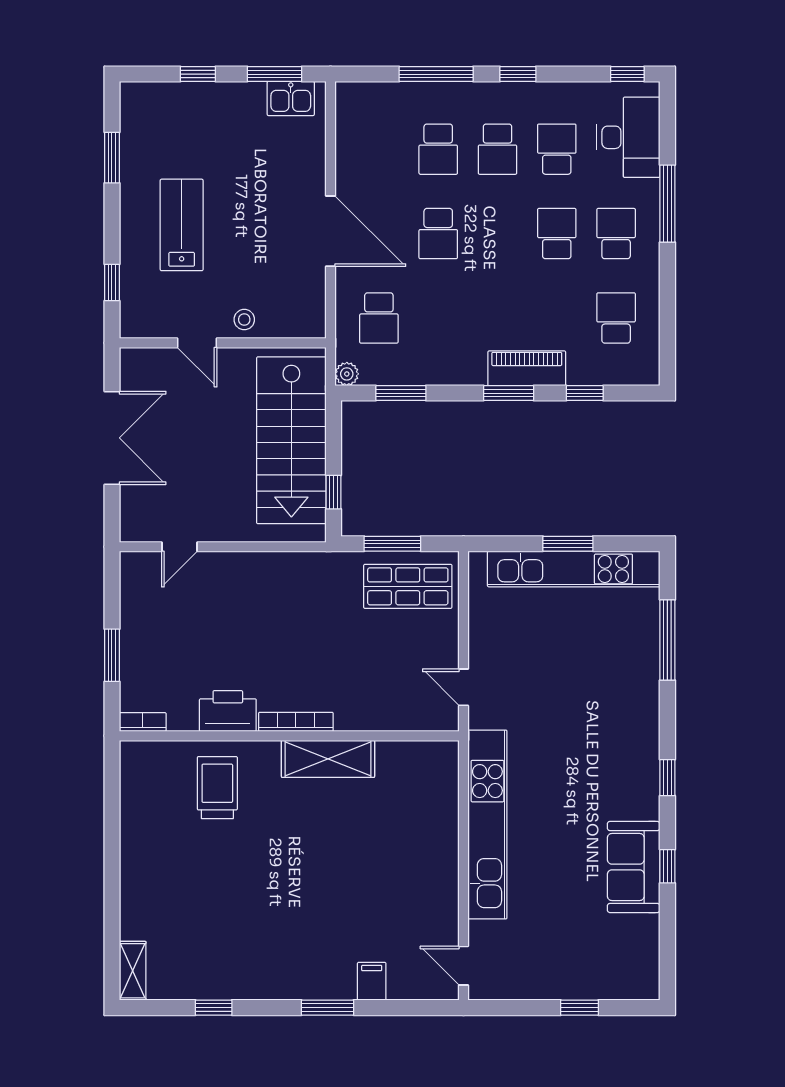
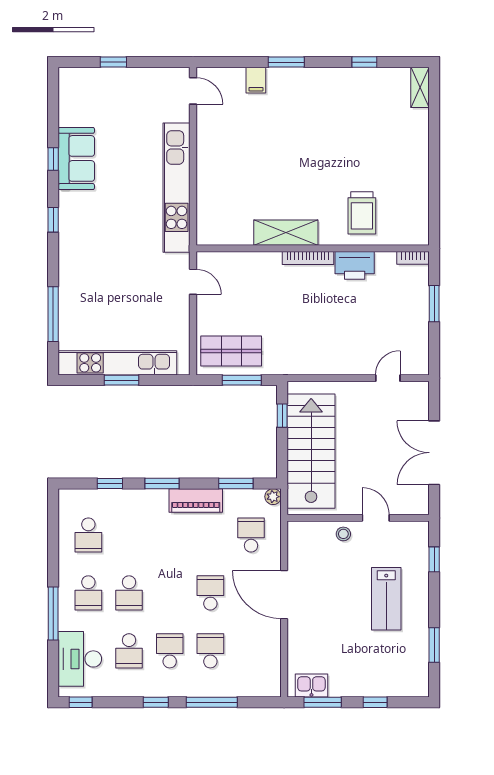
piano: (527, 368) -> (196, 500), moved

